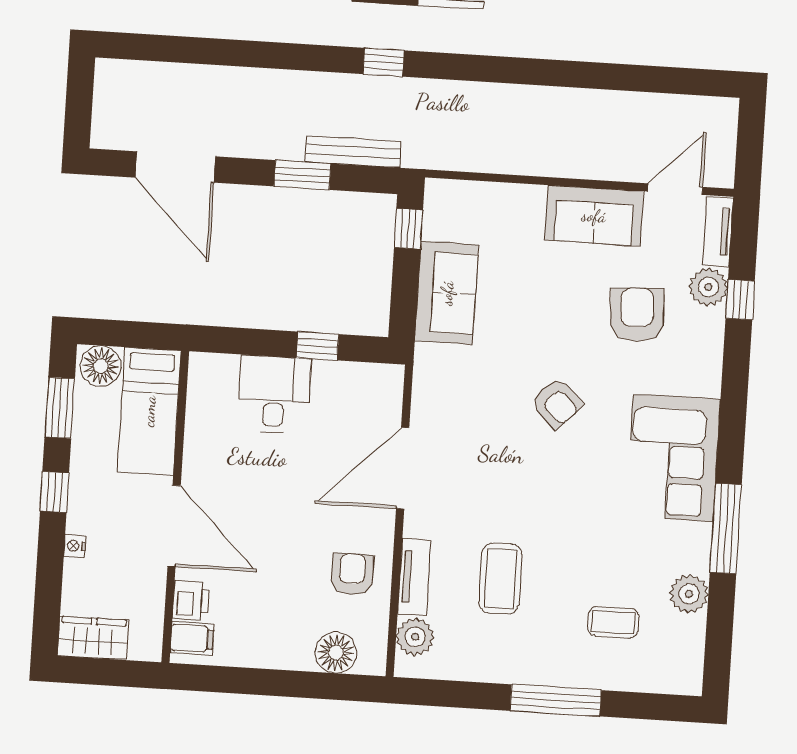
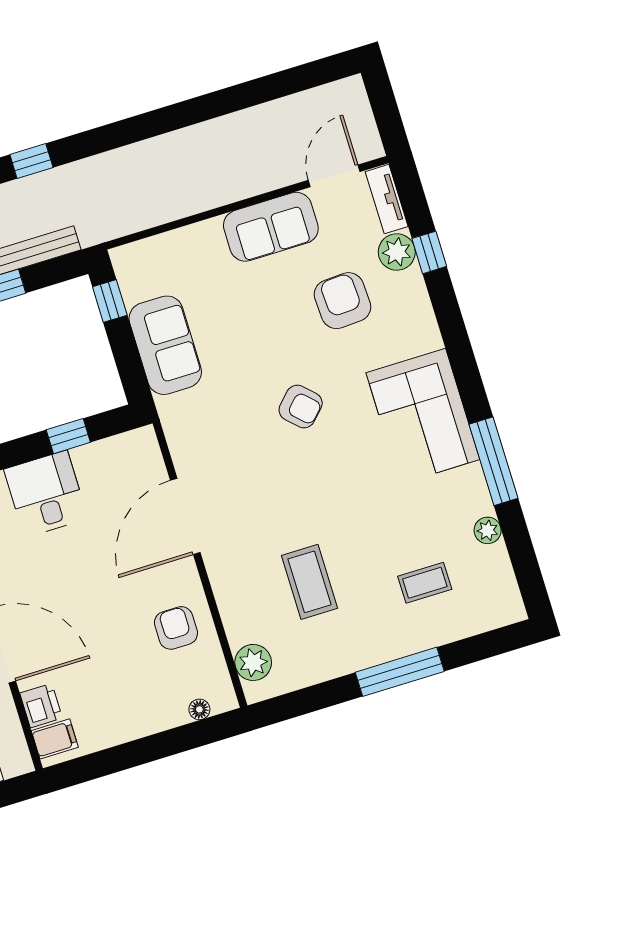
tv unit: (414, 577) -> (232, 610), removed
plant: (689, 594) -> (488, 530), width x0.73, depth x0.73
floor lamp: (336, 653) -> (199, 709), width x0.53, depth x0.53

